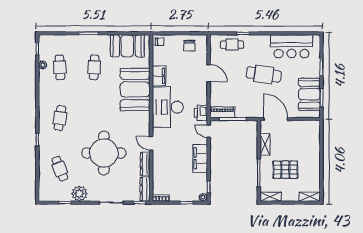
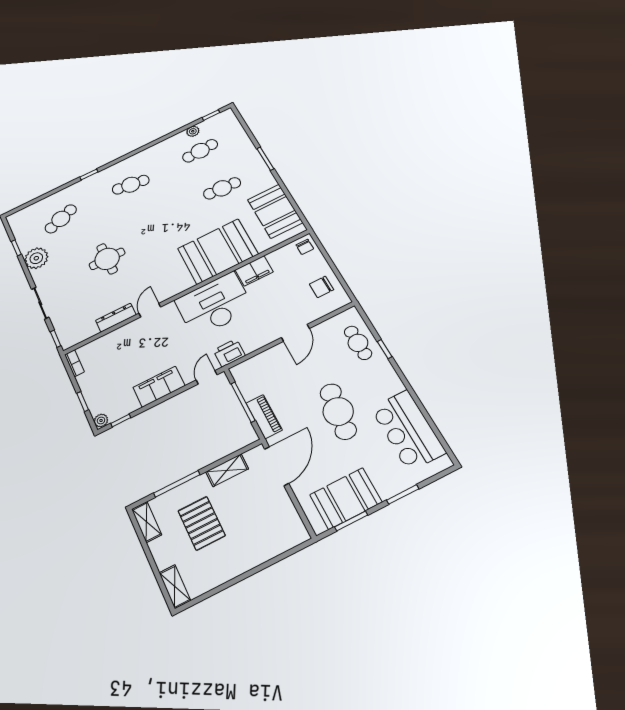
piano: (222, 112) -> (264, 417), moved
round table: (104, 153) -> (107, 259), width x0.54, depth x0.54
dresser: (145, 189) -> (79, 336), removed

